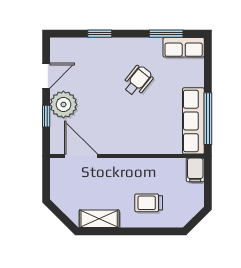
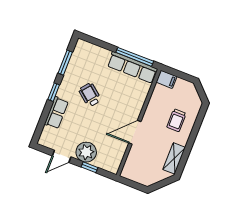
window: (100, 34) -> (54, 92), moved
row of seats: (184, 47) -> (56, 113), moved
door: (46, 76) -> (62, 156), swing flipped
door: (81, 156) -> (135, 132), moved

